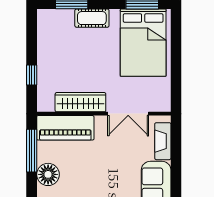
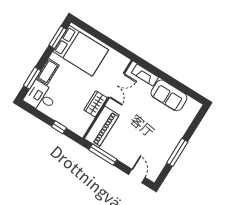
desk: (55, 29) -> (41, 97), added
wardrobe: (80, 102) -> (96, 104), width x0.67
floor lamp: (48, 174) -> (123, 154), removed

